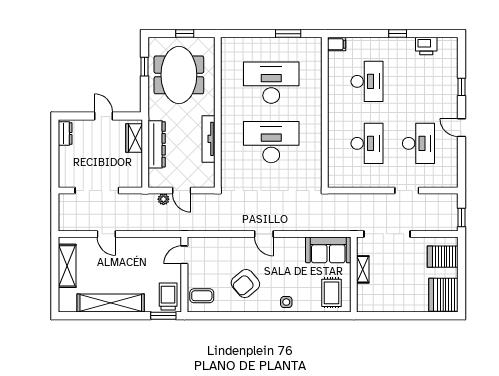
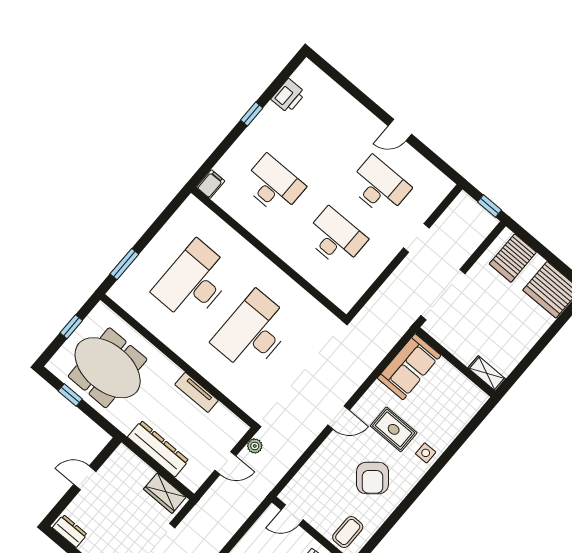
window: (288, 34) -> (124, 264), moved
window: (461, 87) -> (359, 95), removed
wardrobe: (134, 138) -> (165, 493), moved
tv unit: (208, 139) -> (197, 392), width x0.71
plant: (163, 199) -> (255, 446), moved
door: (184, 255) -> (292, 515), hinge flipped
shelving: (363, 269) -> (487, 373), moved
rug: (331, 293) -> (394, 429), moved

